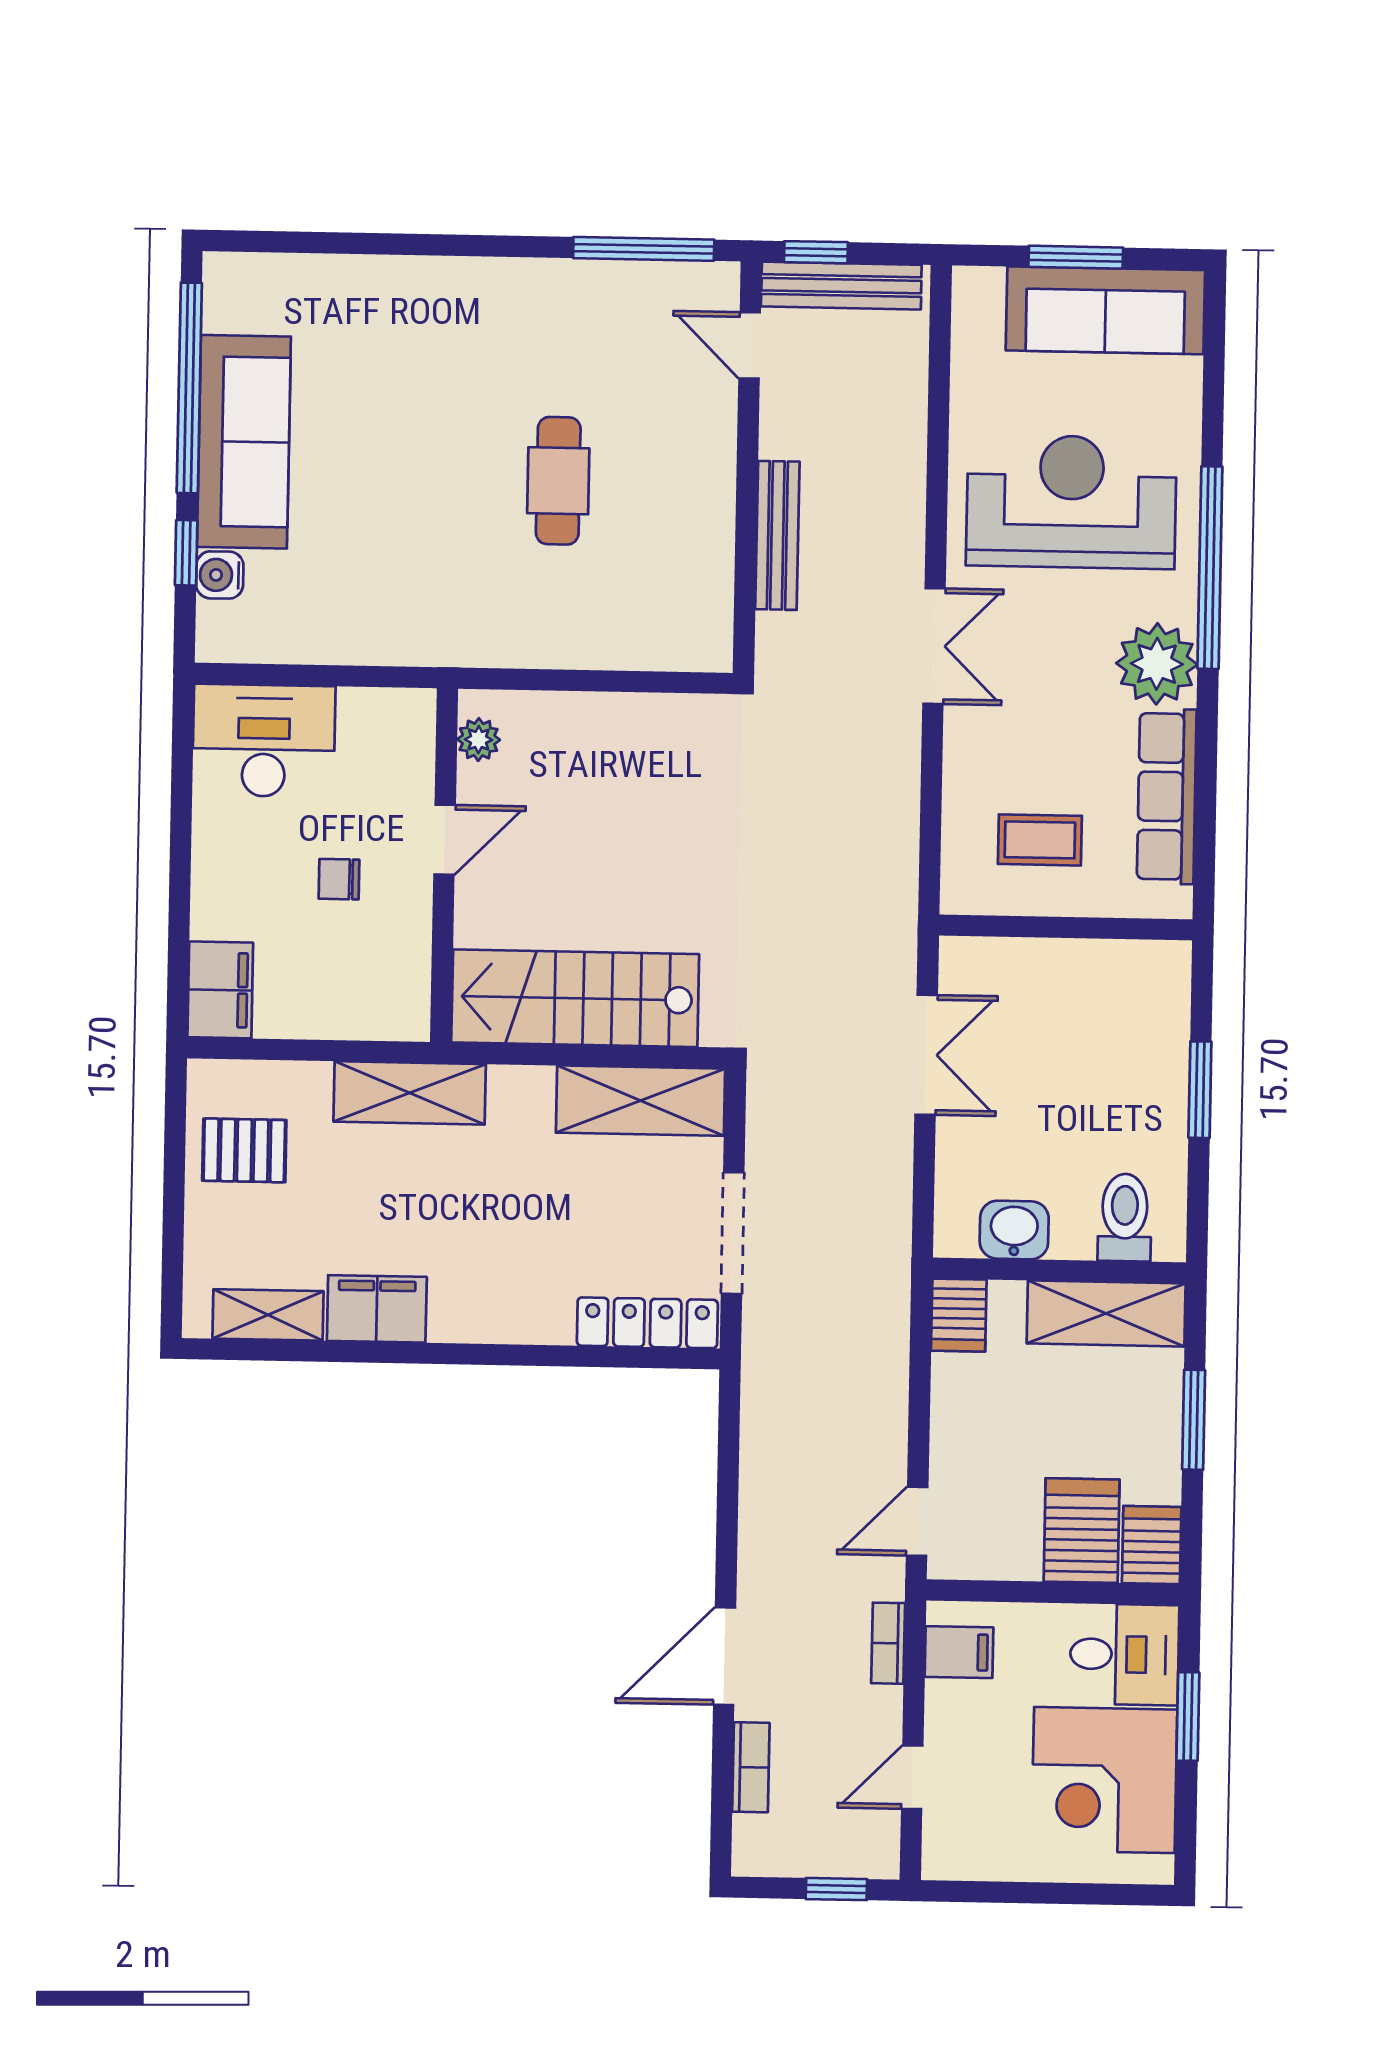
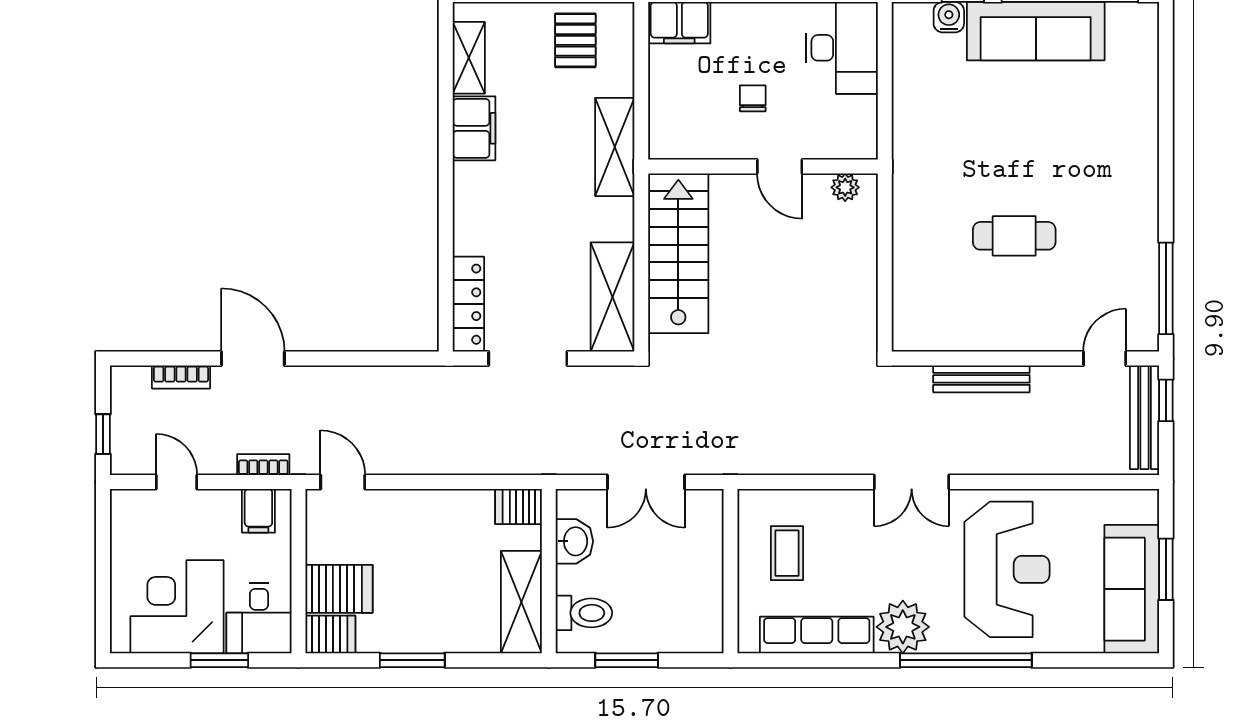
toilet: (1125, 1218) -> (584, 613), moved
washbasin: (1014, 1230) -> (574, 541), moved
wall: (1059, 1270) -> (549, 571), moved
shelving: (1106, 1313) -> (521, 602), moved
server rack: (959, 1315) -> (518, 506), moved

